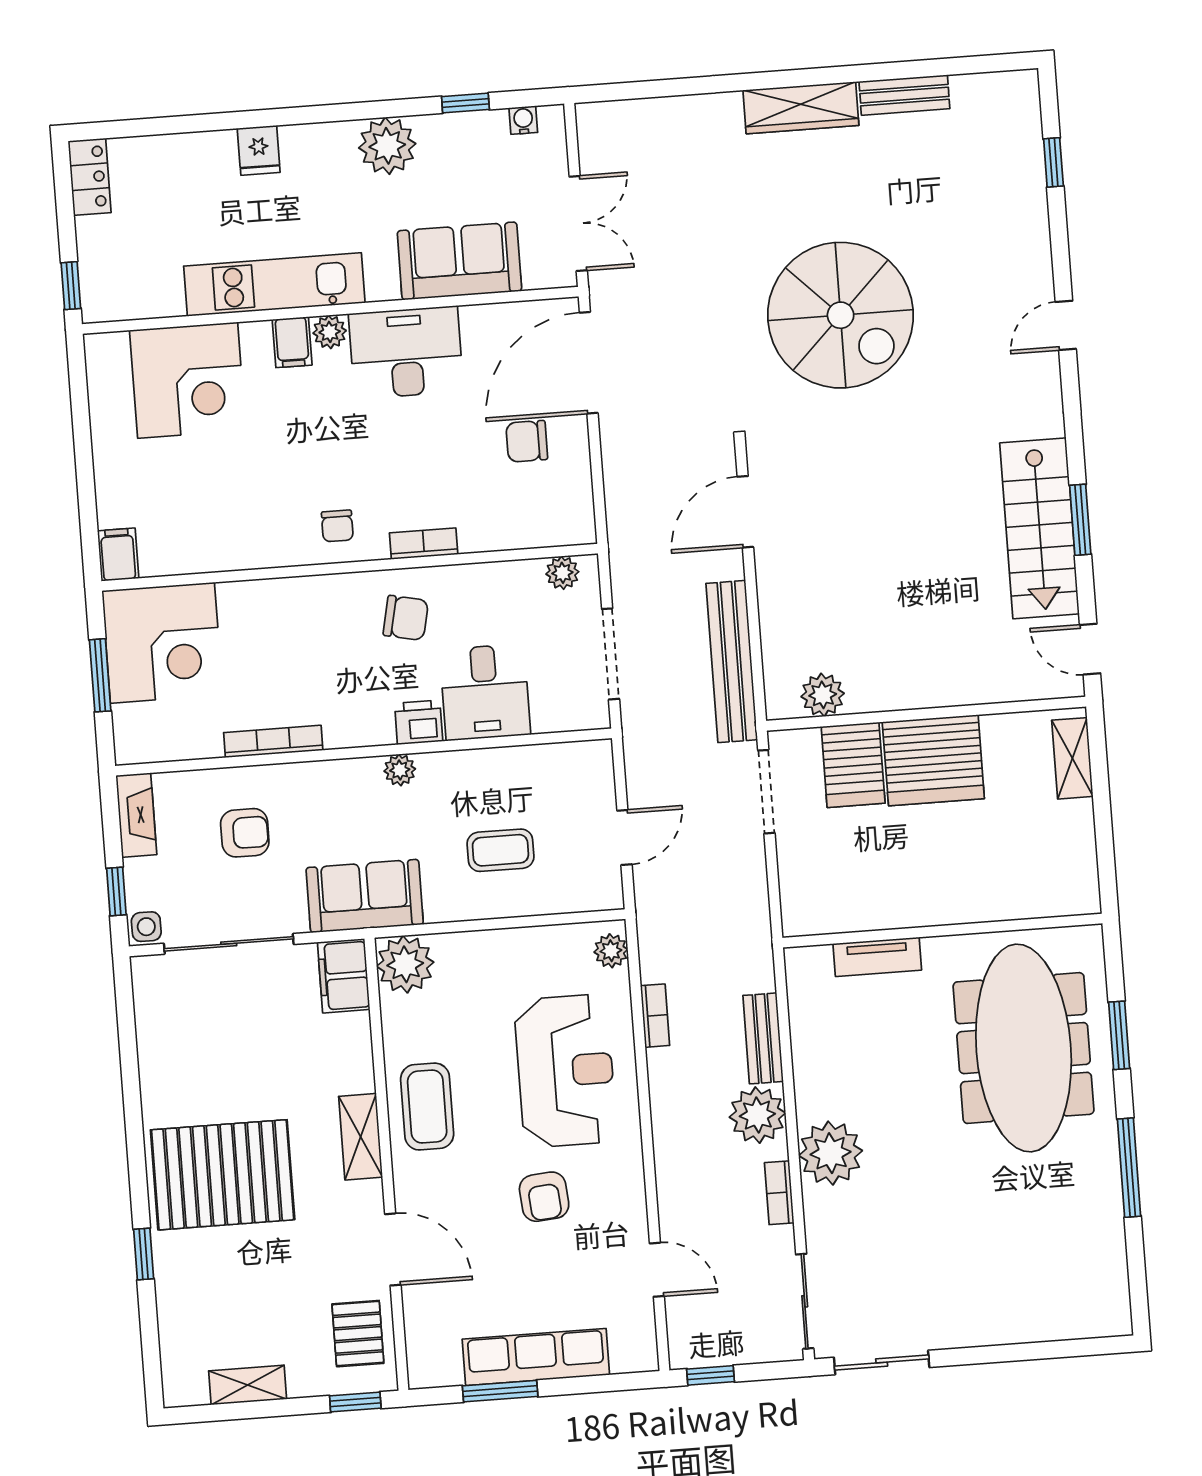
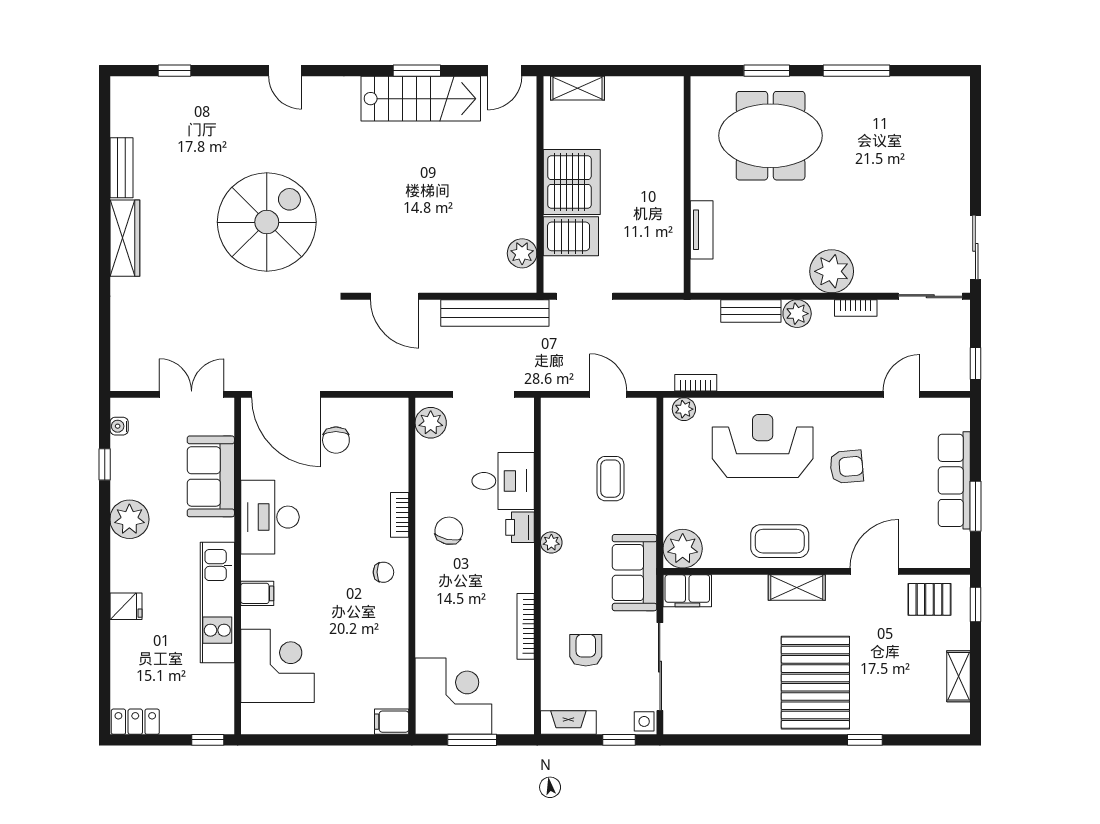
plant: (330, 332) -> (252, 568), removed
plant: (562, 573) -> (431, 423), width x1.38, depth x1.38
bookcase: (655, 1016) -> (696, 383), moved
meeting table: (1024, 1048) -> (771, 136), width x0.73
plant: (757, 1115) -> (797, 314), width x0.73, depth x0.73

